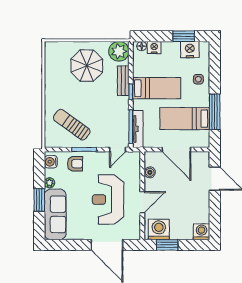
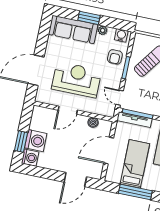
door: (142, 202) -> (68, 110), hinge flipped
washing machine: (159, 229) -> (36, 141), moved
window: (167, 245) -> (21, 142), moved

